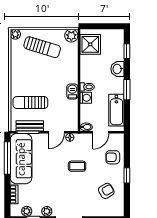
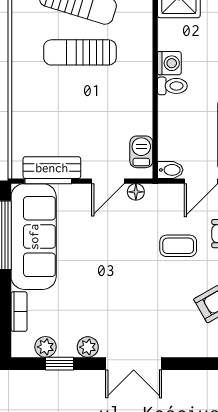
barbecue: (72, 92) -> (141, 152), moved
washing machine: (86, 98) -> (169, 63), moved
sun lounger: (30, 103) -> (80, 52), moved
coffee table: (77, 166) -> (178, 246), moved

